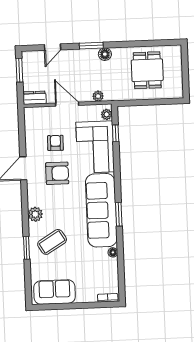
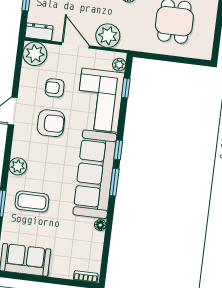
plant: (98, 96) -> (108, 36), width x1.87, depth x1.87
plant: (34, 117) -> (35, 54), added
armchair: (55, 143) -> (55, 88), turned -91
window: (118, 187) -> (118, 150), added
coffee table: (52, 242) -> (32, 202), turned 31

